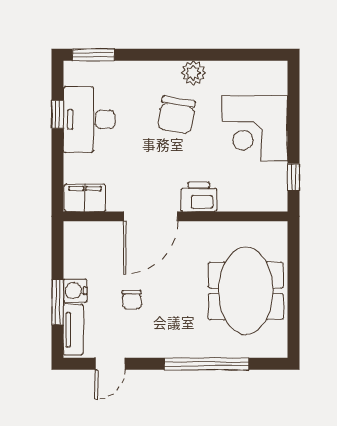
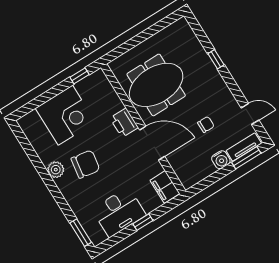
window: (58, 114) -> (143, 222), moved
meeting table: (246, 291) -> (156, 85), moved
window: (58, 302) -> (246, 158), moved
window: (207, 364) -> (216, 59), width x0.32

